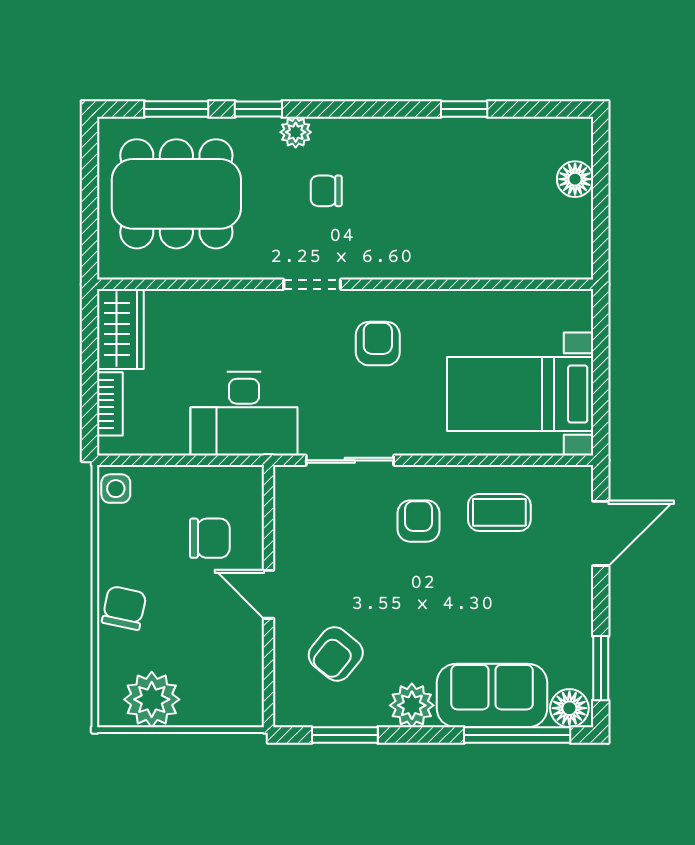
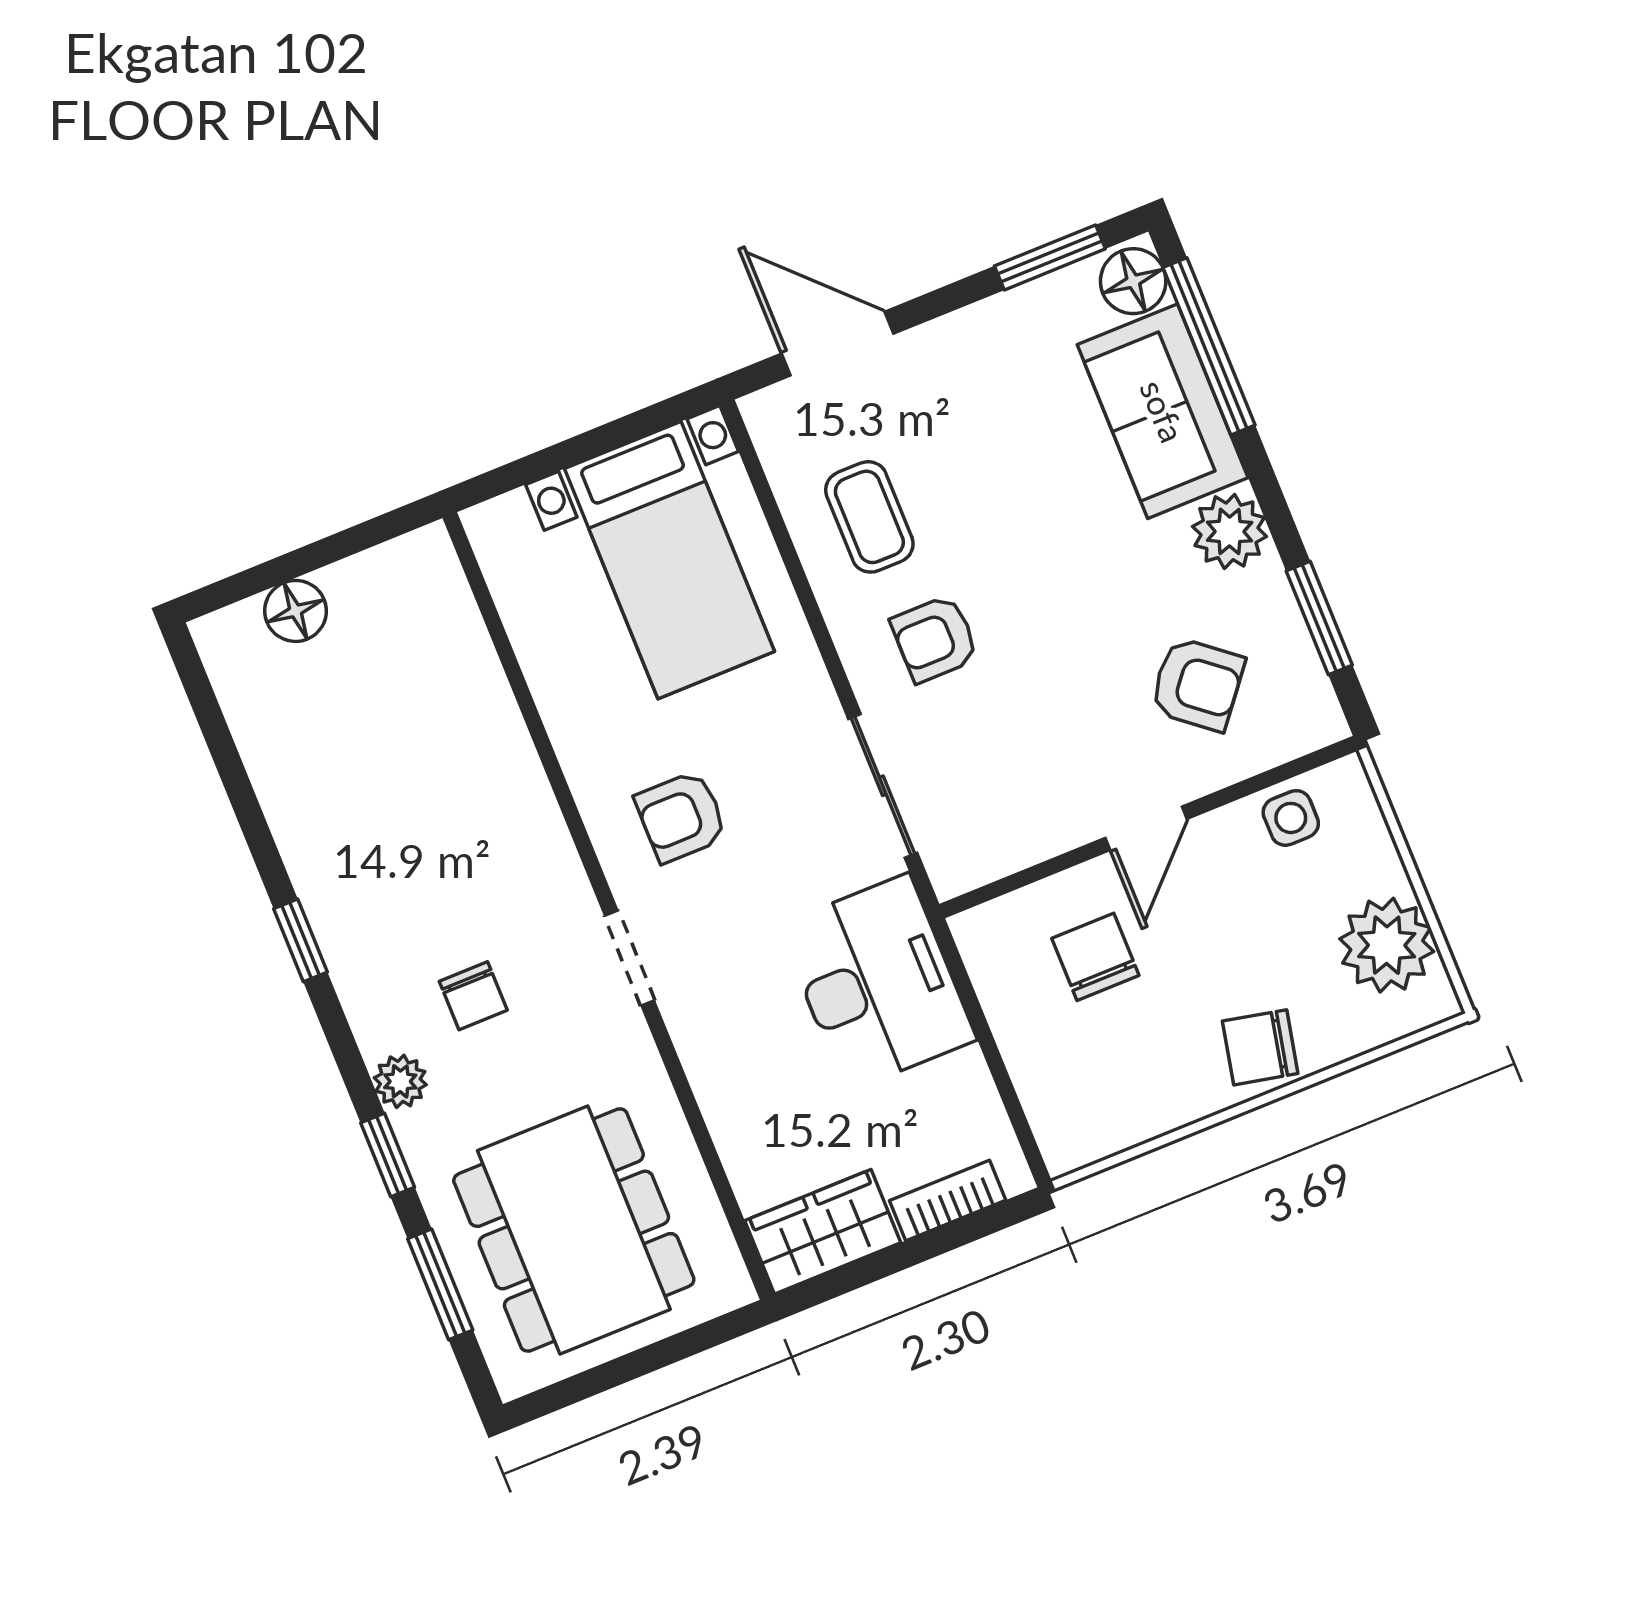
window: (464, 109) -> (301, 940), moved
side table: (116, 489) -> (1291, 818), moved

